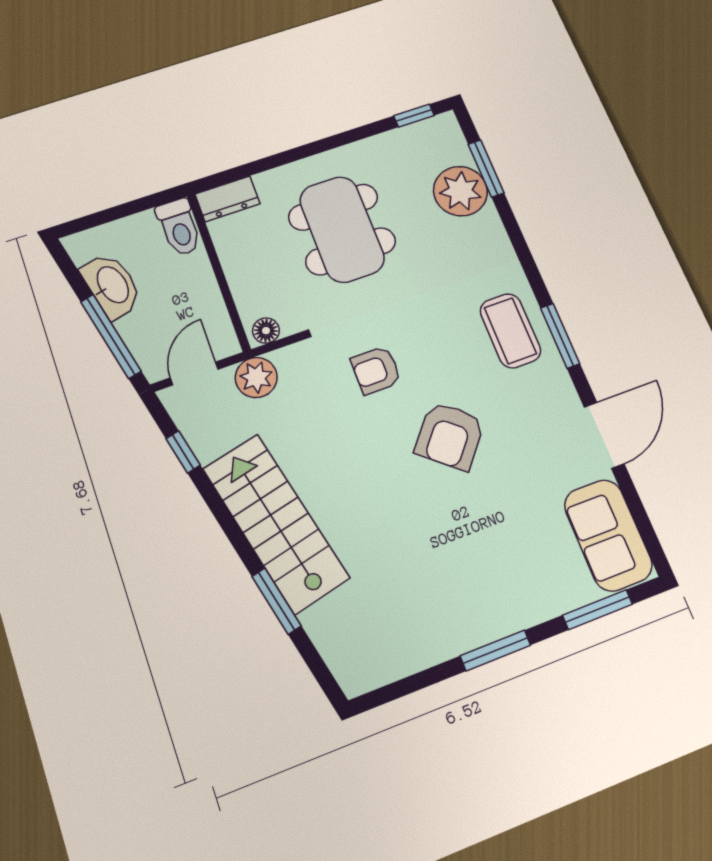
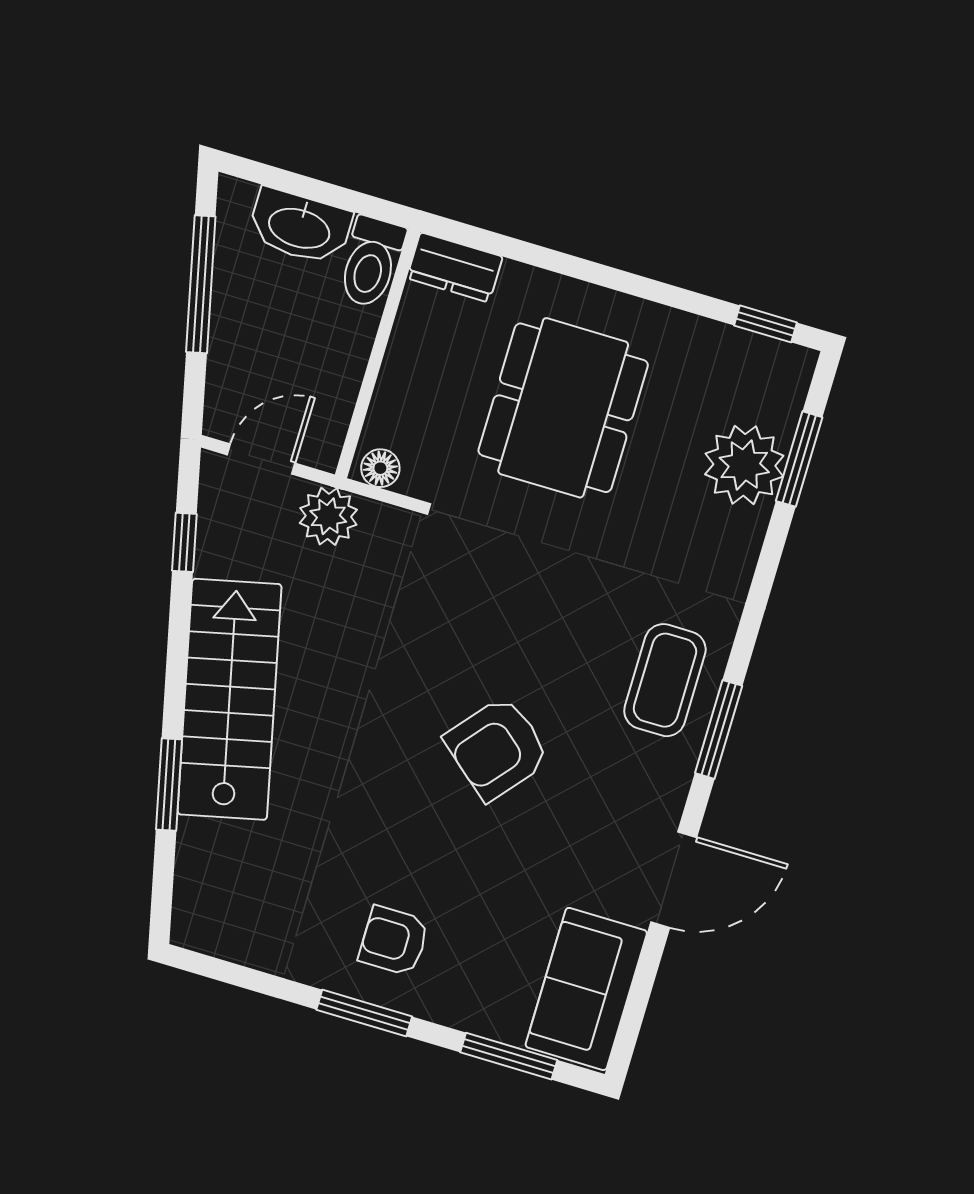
washbasin: (112, 285) -> (300, 227), moved, turned 103
window: (111, 336) -> (201, 284), moved
armchair: (376, 370) -> (394, 941), moved

